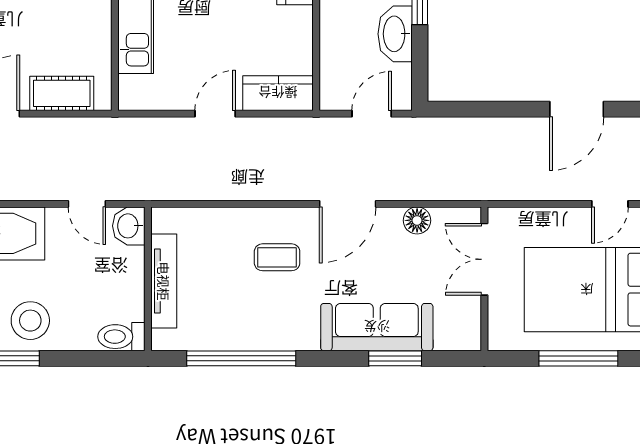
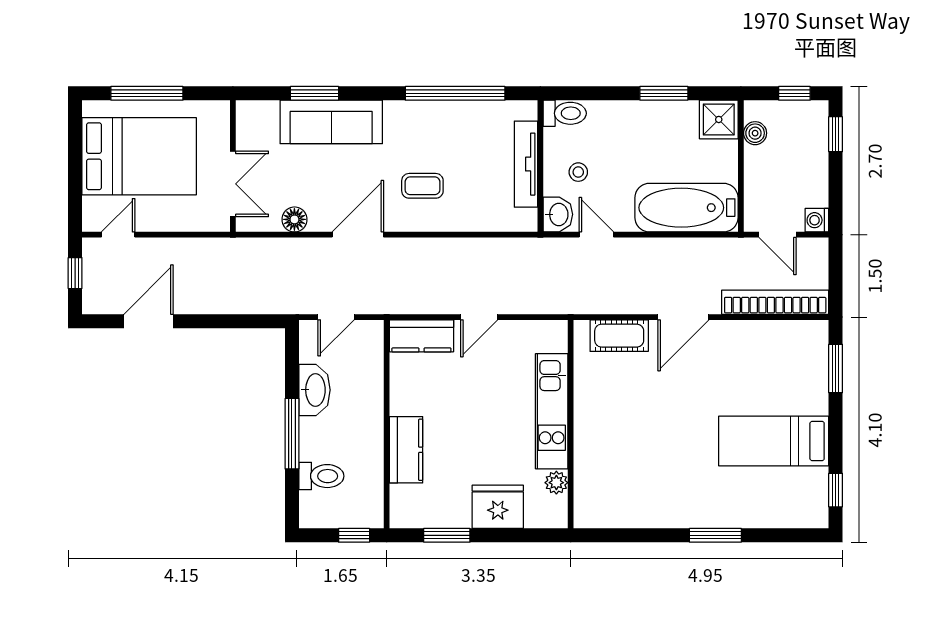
stool: (30, 321) -> (578, 172), moved, width x0.53, depth x0.53

